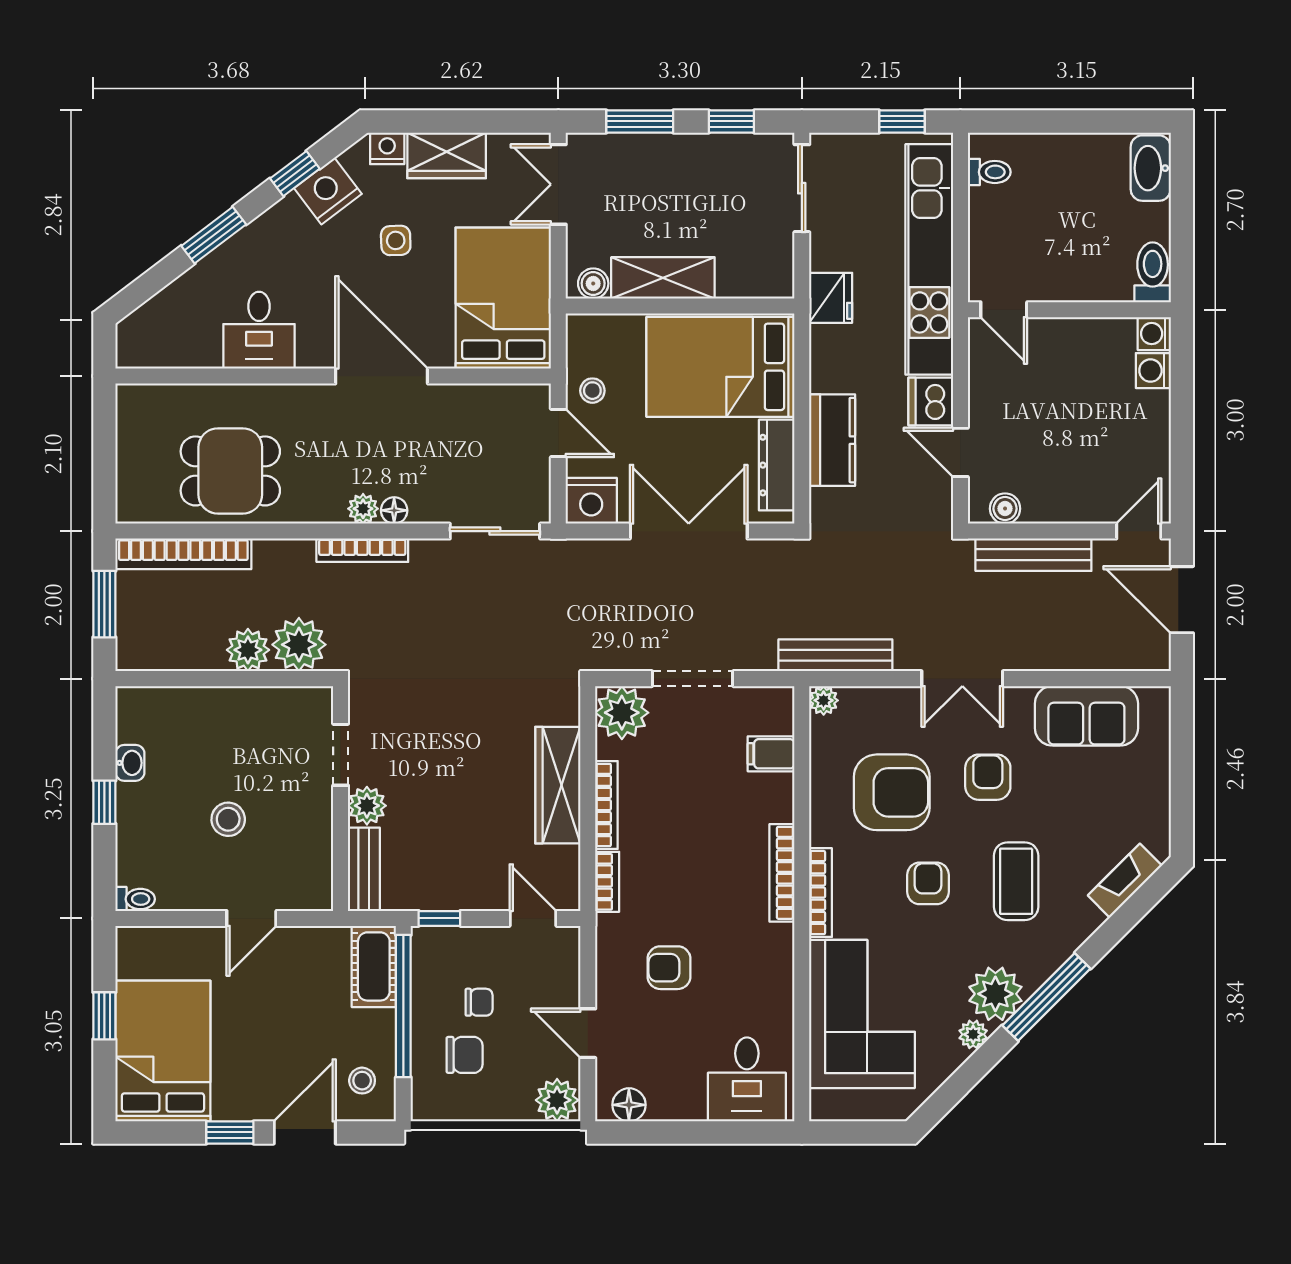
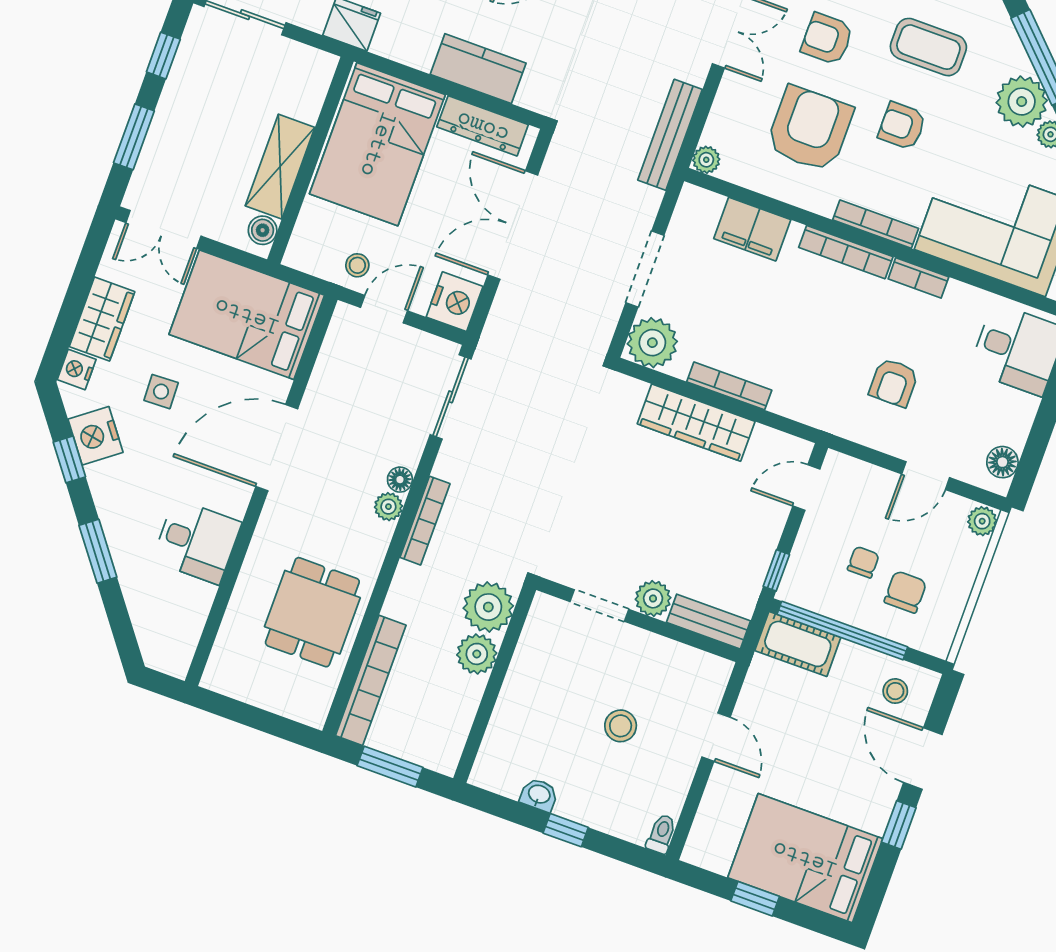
filing cabinet: (771, 754) -> (752, 229), width x2.00
bookcase: (607, 882) -> (918, 278), moved, turned 180
plant: (557, 1100) -> (982, 521), width x0.73, depth x0.73

